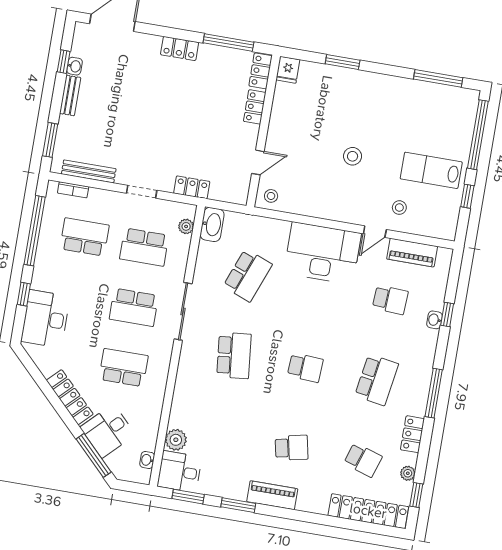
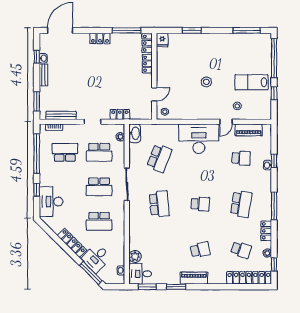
school desk: (124, 368) -> (99, 221), turned 180

